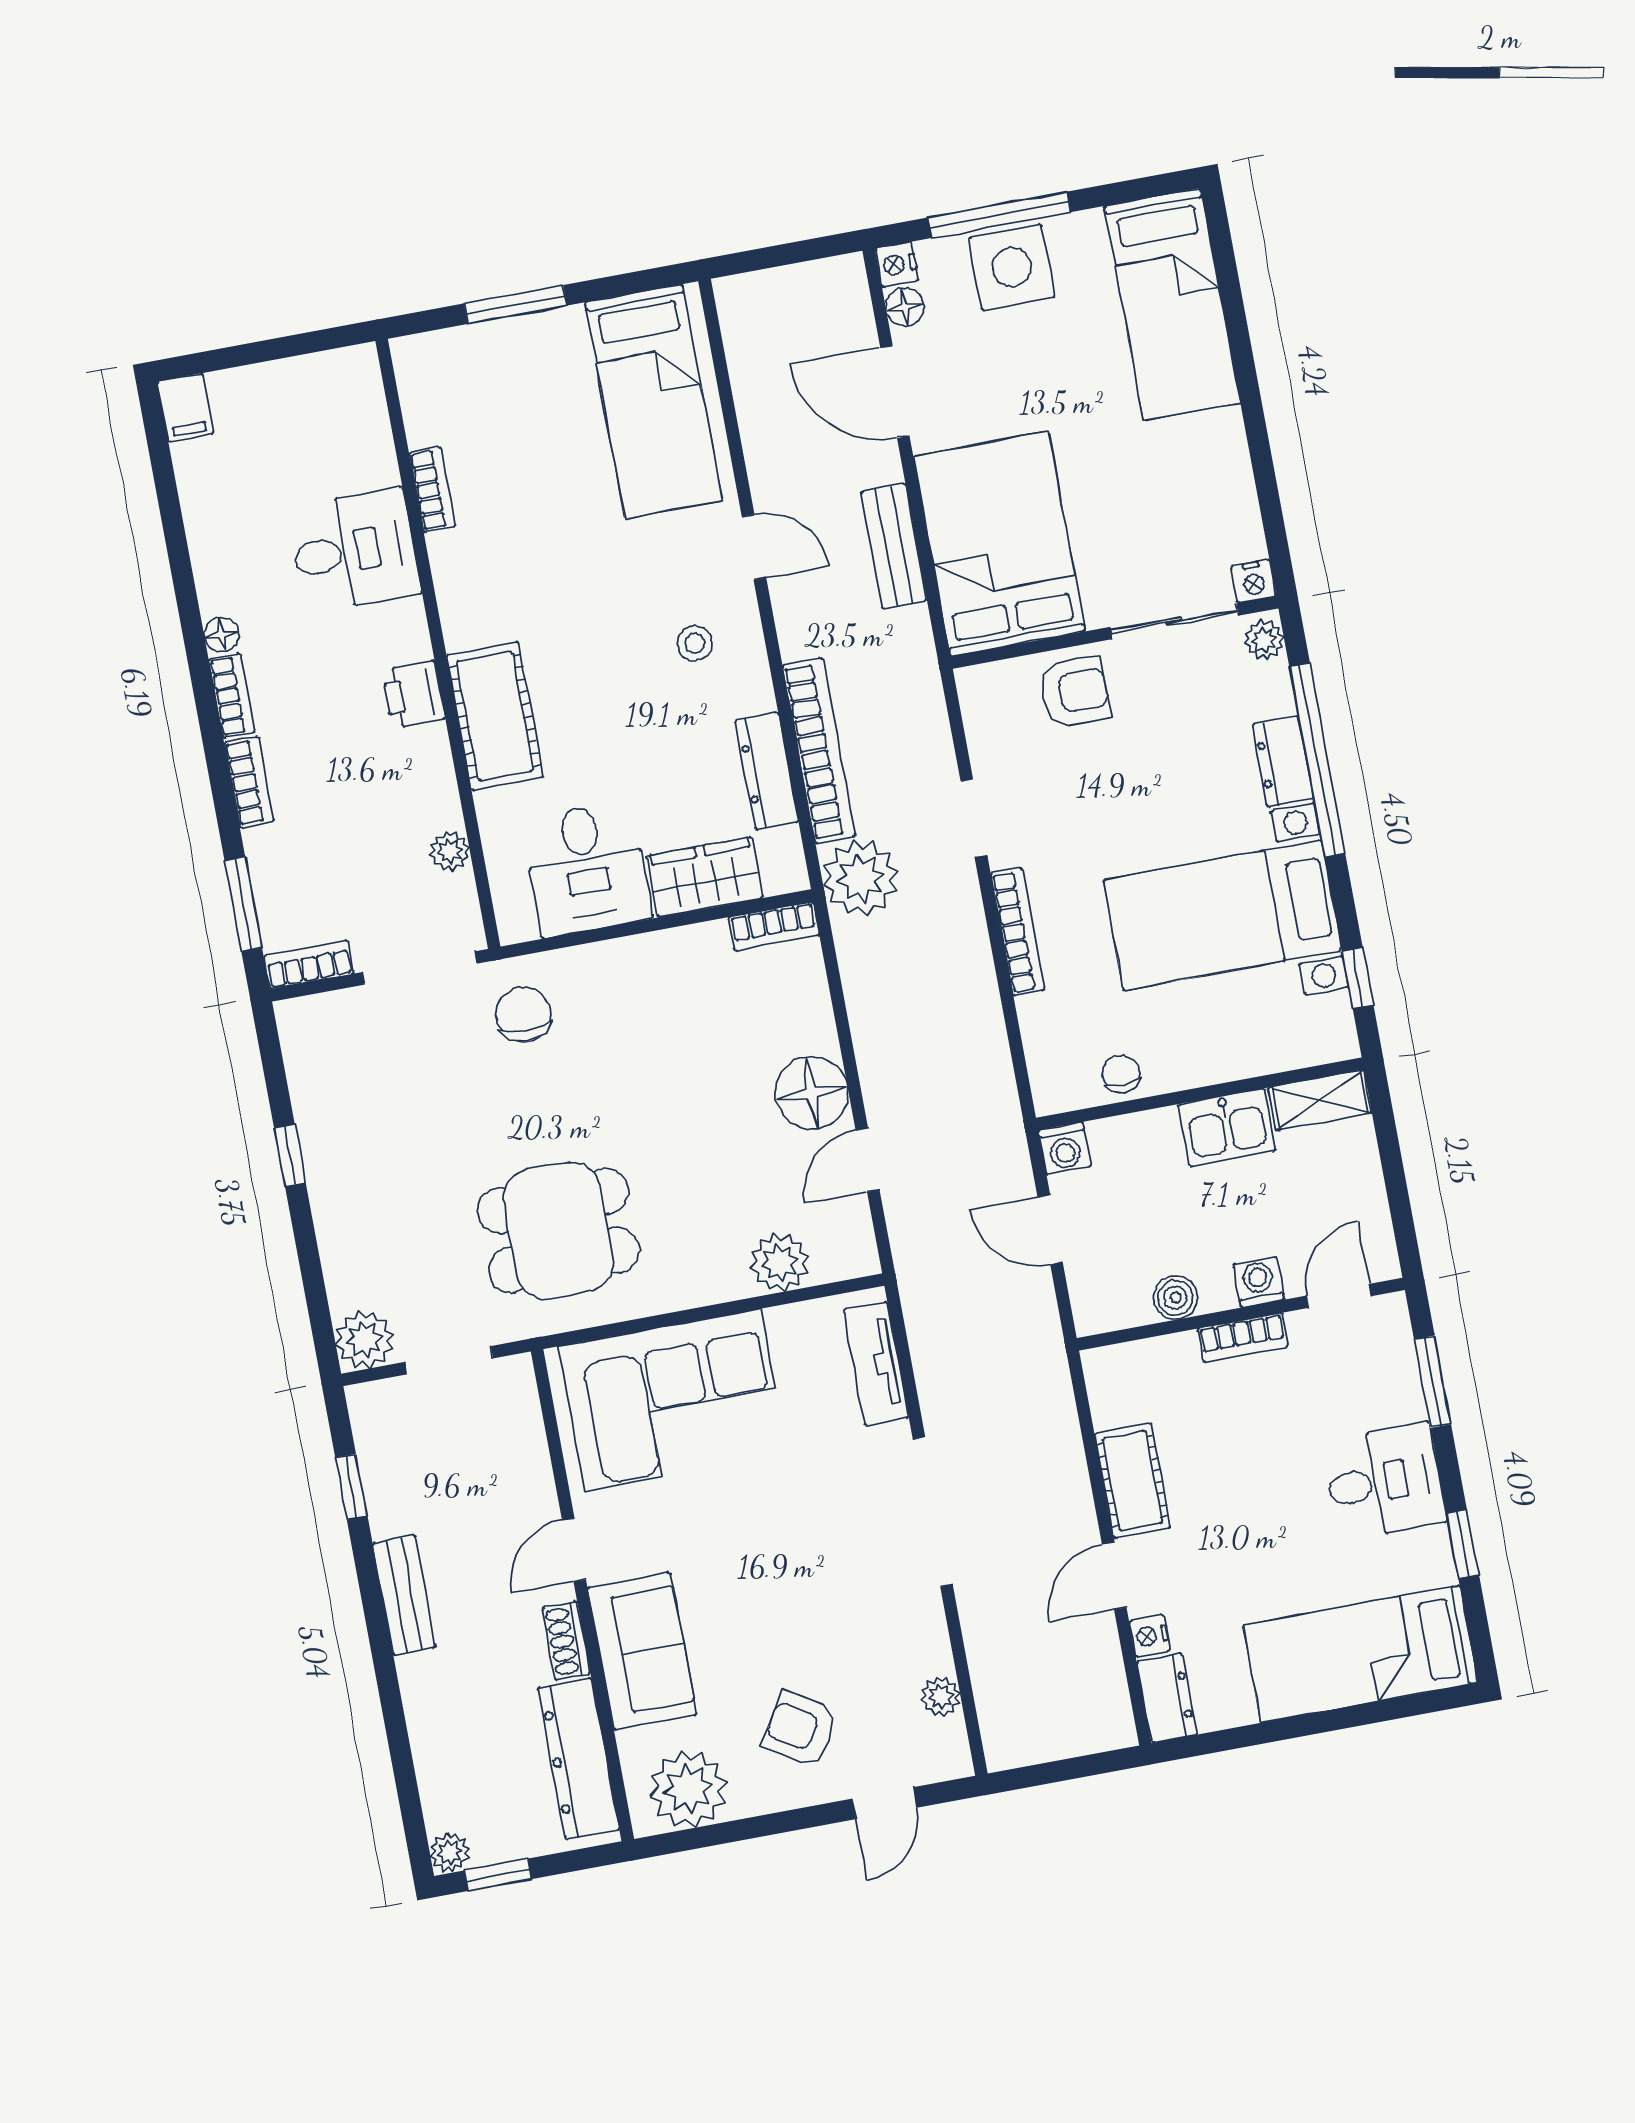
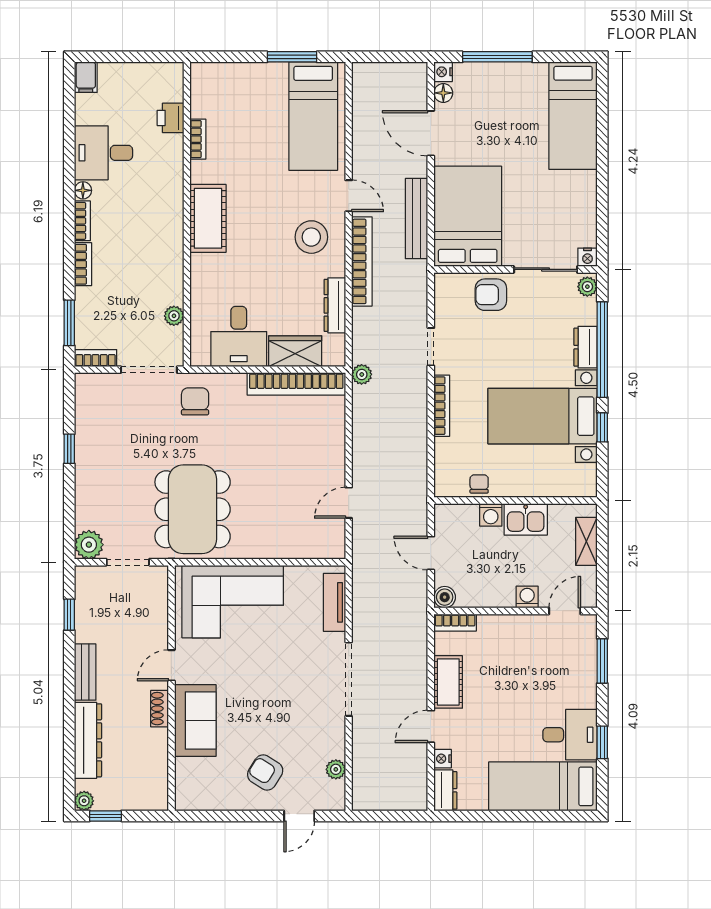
side table: (1012, 267) -> (499, 83), removed
window: (515, 304) -> (292, 57), moved
bench: (894, 546) -> (417, 219), width x1.36
desk: (354, 551) -> (103, 153), moved, turned 180
stool: (695, 643) -> (311, 237), width x1.89, depth x1.89
armchair: (1074, 692) -> (491, 295), turned 180
printer: (413, 694) -> (170, 118), moved
cot: (495, 716) -> (208, 218), moved
bookcase: (819, 751) -> (362, 261), moved
plant: (860, 878) -> (362, 374), width x0.53, depth x0.53
bookcase: (774, 926) -> (296, 384), width x2.31, depth x1.31
window: (1358, 978) -> (602, 427), moved
floor lamp: (812, 1093) -> (328, 465), removed
shelving: (1320, 1100) -> (586, 541), moved, turned 90
washing machine: (1065, 1148) -> (491, 515), moved
dining table: (558, 1231) -> (193, 509), width x1.38
plant: (779, 1262) -> (297, 545), removed
boiler: (1175, 1298) -> (445, 597), moved
bookcase: (1243, 1338) -> (455, 623), moved
desk: (1384, 1482) -> (570, 735), moved
dresser: (578, 1759) -> (88, 740), moved, turned 180
plant: (688, 1789) -> (205, 791), removed

